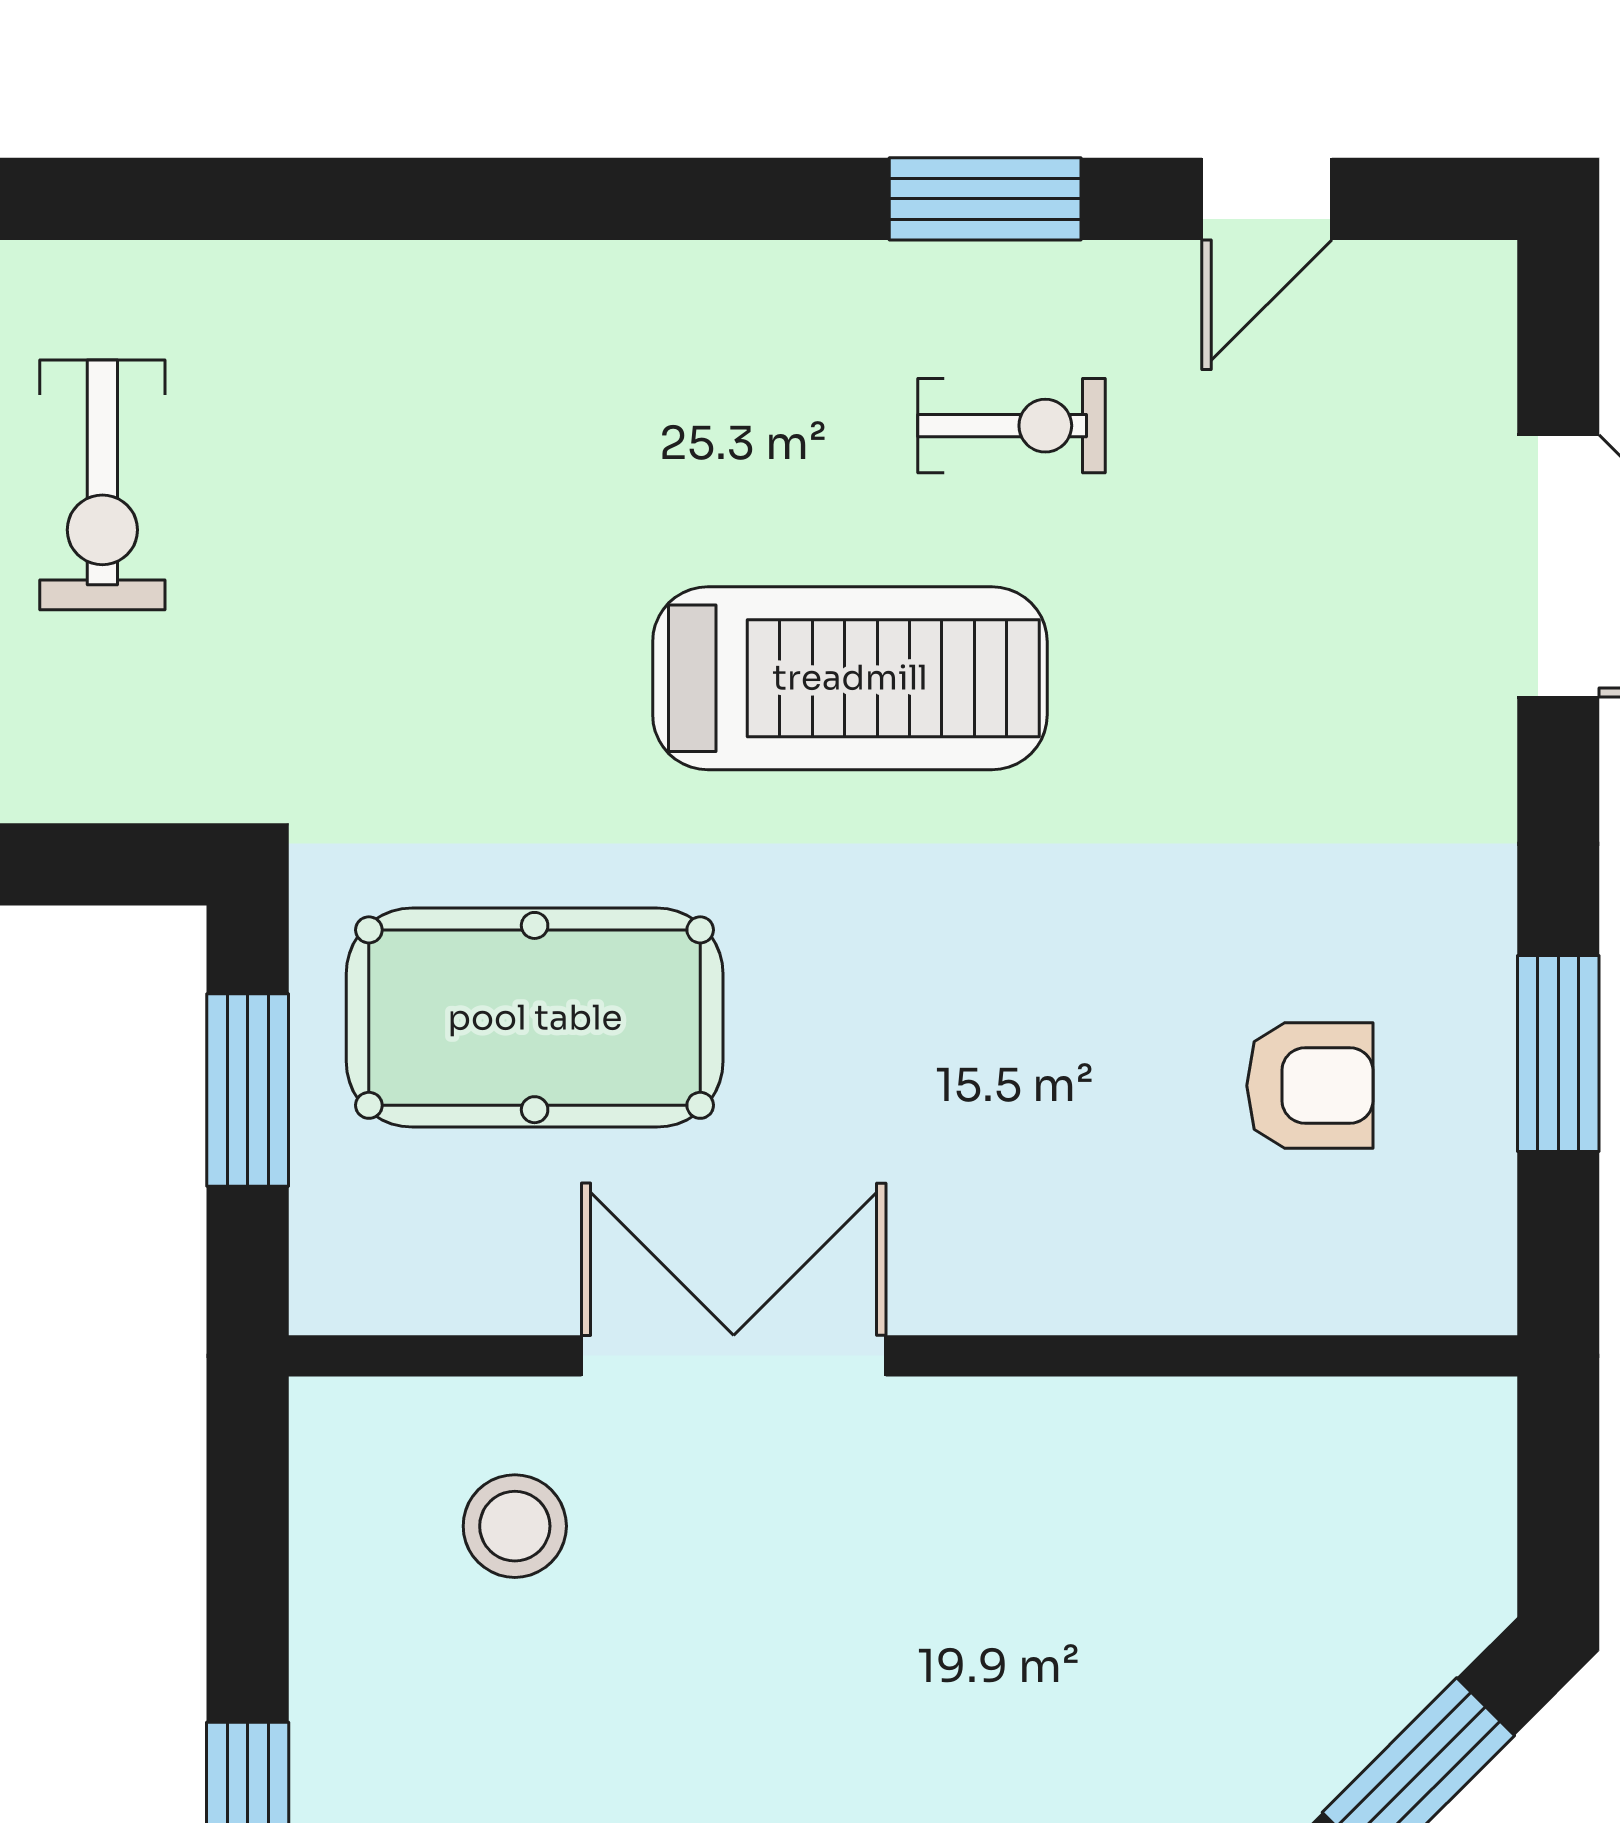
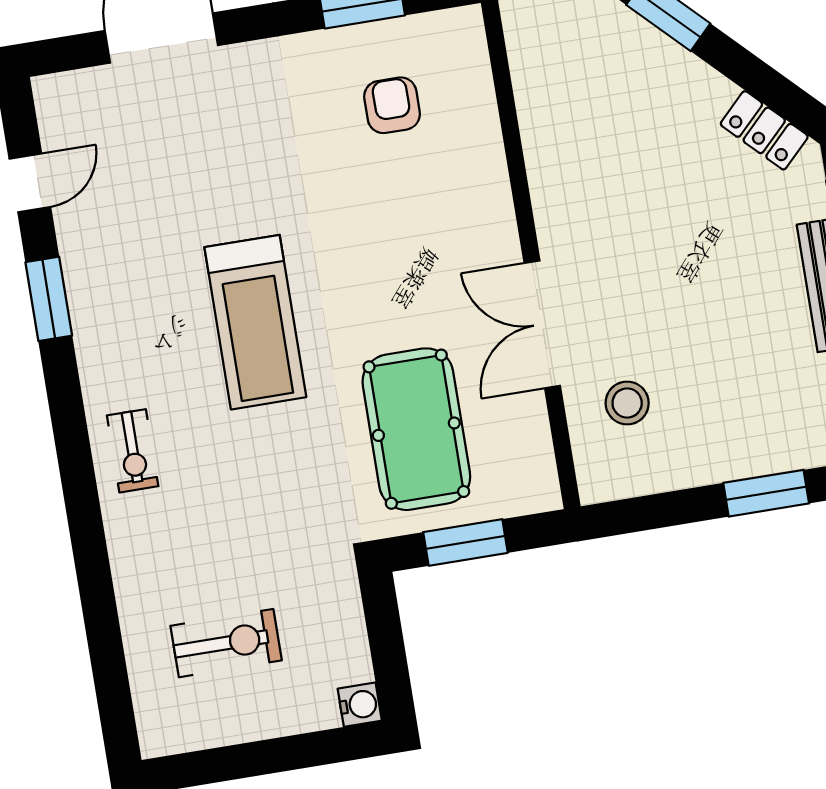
door: (1267, 199) -> (30, 183), hinge flipped
exercise bike: (1012, 426) -> (133, 451), moved, turned 180
treadmill: (850, 678) -> (255, 322), turned 180

